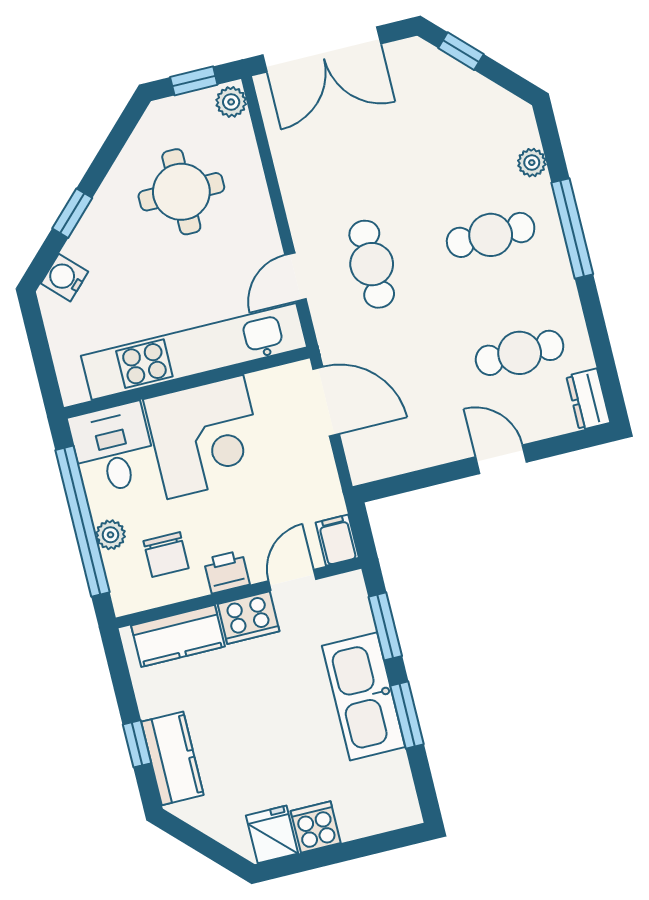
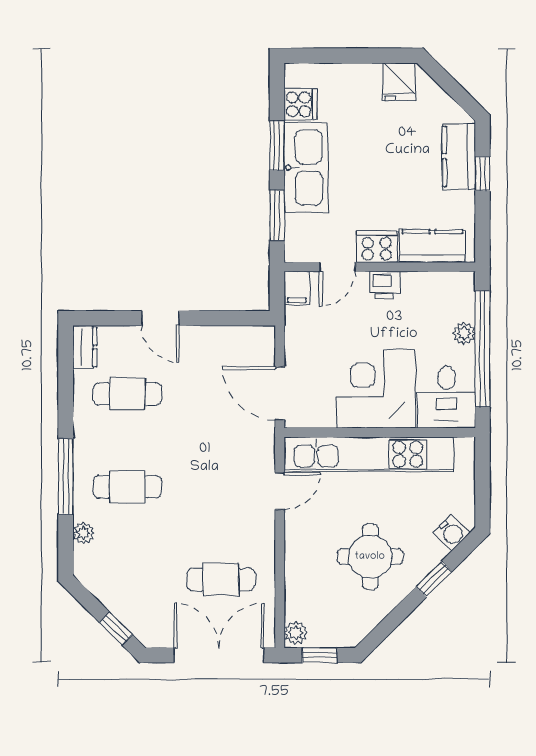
round table: (181, 192) -> (370, 557), moved
cafe table: (372, 264) -> (221, 580), moved, turned 90
chair: (166, 555) -> (426, 309), removed
cooker: (316, 827) -> (301, 104), moved, turned -90

